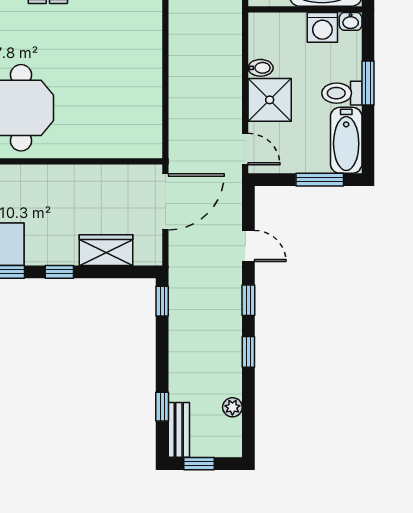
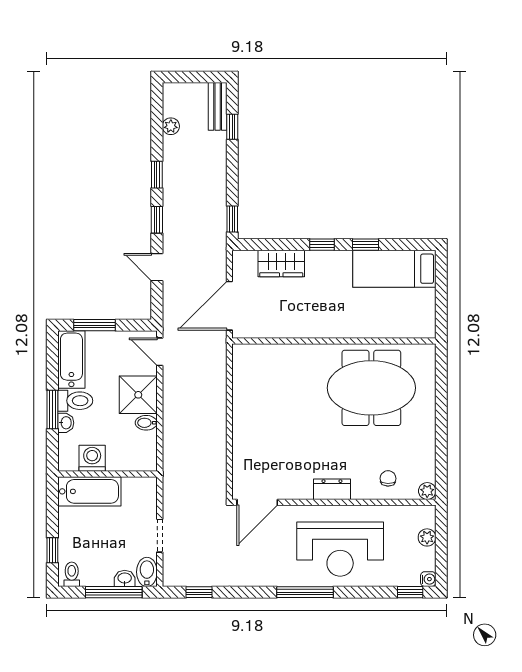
washbasin: (351, 21) -> (66, 423), moved, turned 90
window: (199, 464) -> (200, 77), removed

